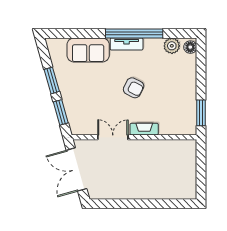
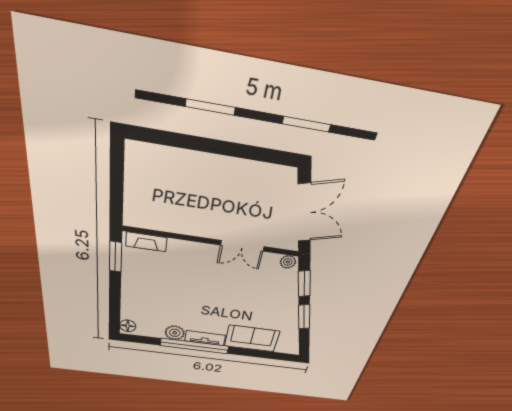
plant: (172, 46) -> (175, 333), moved
armchair: (134, 88) -> (204, 296), removed
plant: (78, 129) -> (288, 262), added
fireplace: (144, 129) -> (146, 242), moved

